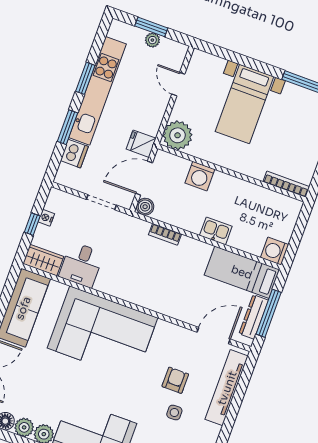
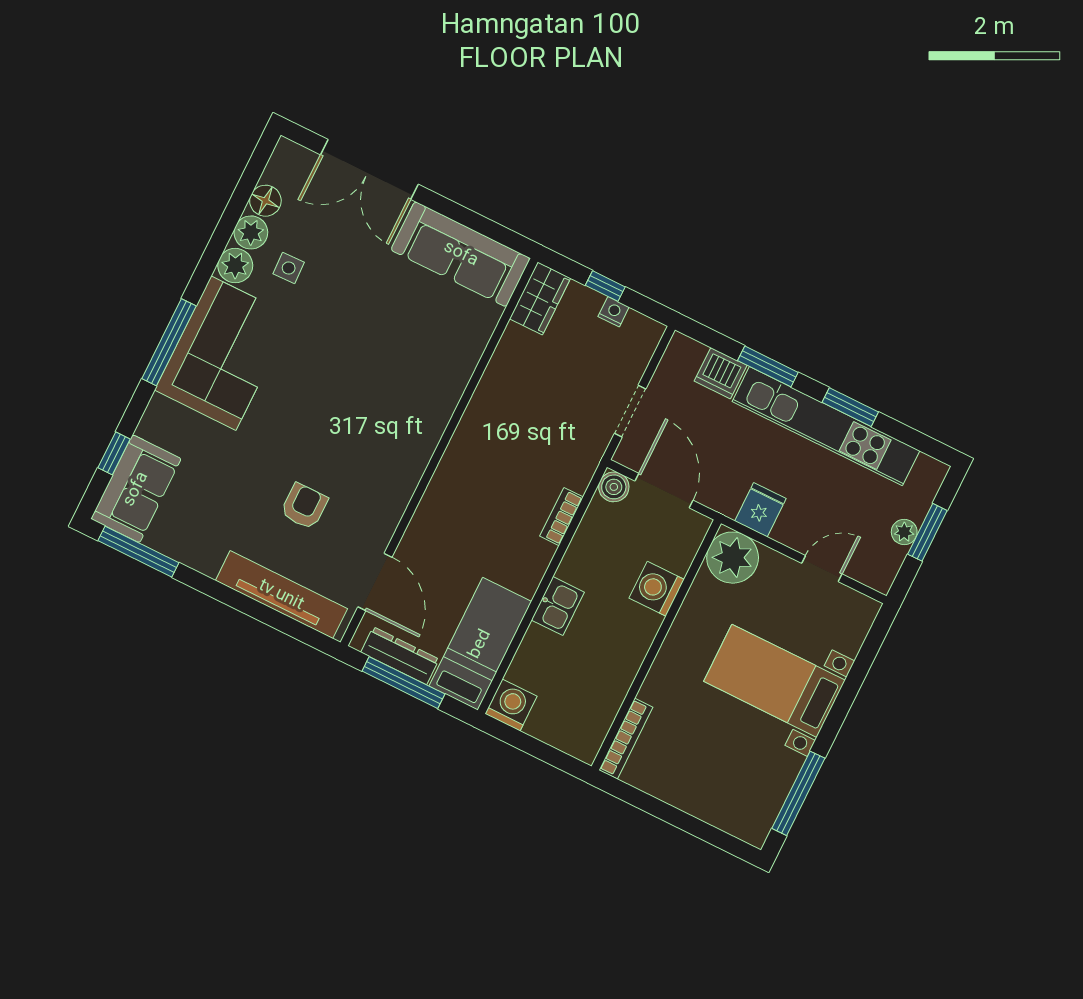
fridge: (141, 144) -> (760, 510), moved
desk: (81, 265) -> (525, 364), removed
corner sofa: (102, 333) -> (401, 388), removed
armchair: (175, 380) -> (304, 506), turned -90
side table: (174, 413) -> (289, 268), moved

